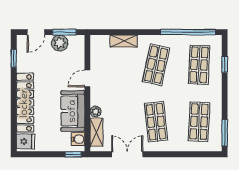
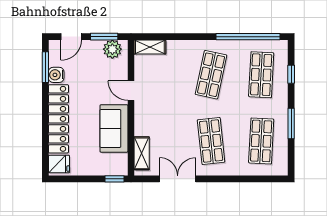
shelving: (124, 41) -> (150, 47), moved
plant: (60, 43) -> (112, 49), moved
window: (14, 58) -> (45, 67), width x1.50
door: (87, 78) -> (131, 91), hinge flipped
plant: (96, 111) -> (141, 129), removed
window: (225, 133) -> (291, 124), moved
water cooler: (78, 139) -> (56, 75), moved, turned 180

